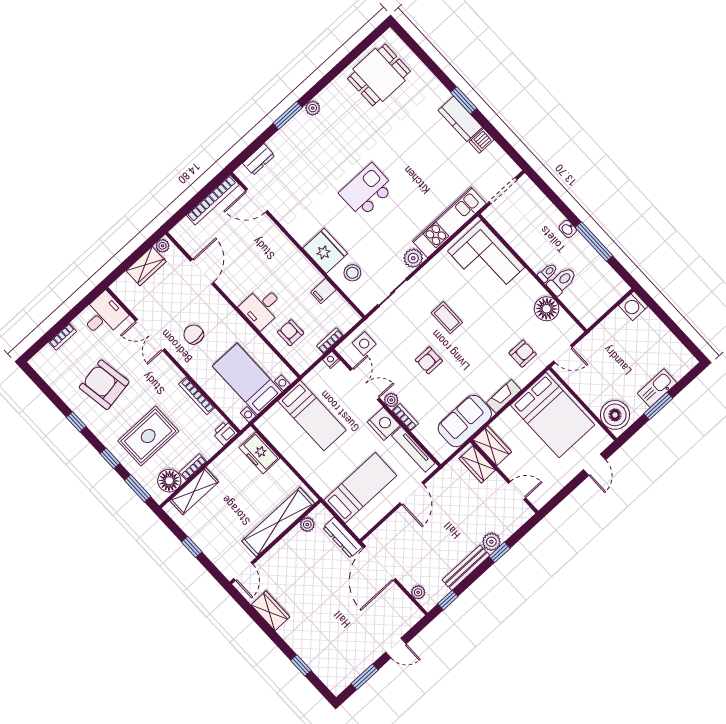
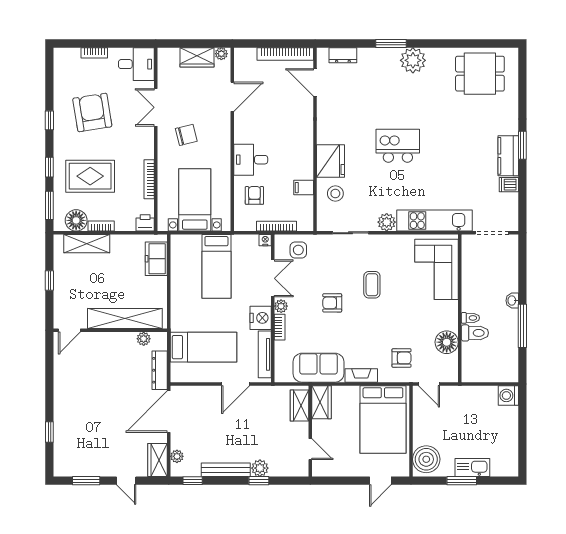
plant: (313, 108) -> (413, 60), width x1.87, depth x1.87
chair: (194, 334) -> (186, 135), turned 76
bookcase: (330, 341) -> (277, 226), width x1.56
wardrobe: (270, 611) -> (158, 460), moved, turned 180

